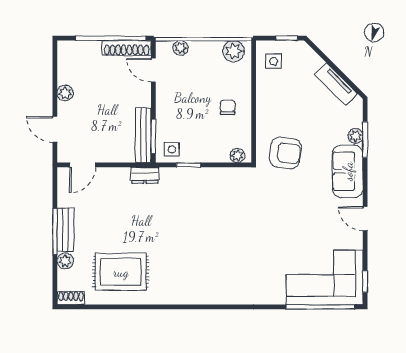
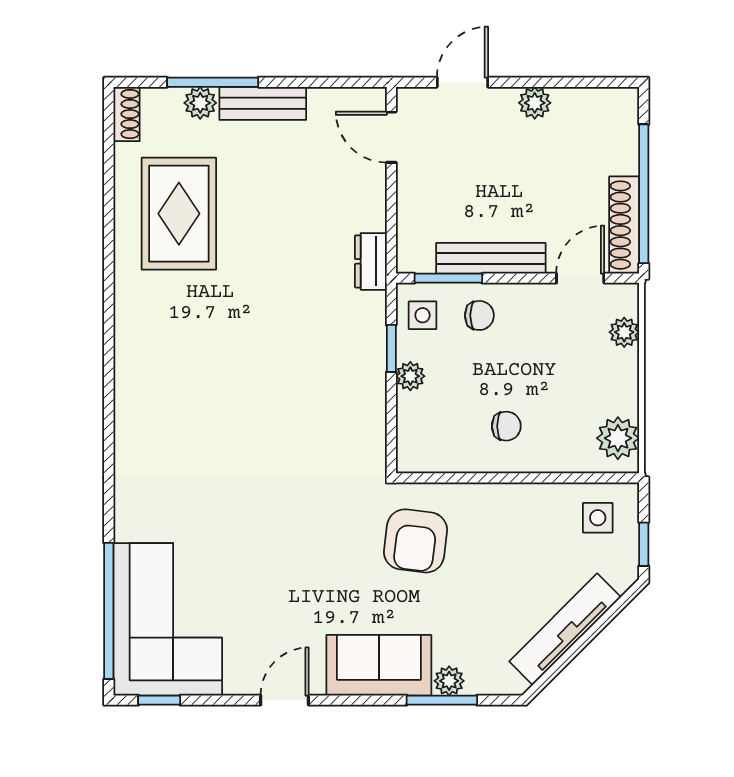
tv unit: (336, 84) -> (565, 629), width x1.41
chair: (172, 121) -> (479, 315), added
bench: (143, 135) -> (491, 258), moved
plant: (237, 155) -> (410, 376), moved
window: (55, 232) -> (213, 82), moved

